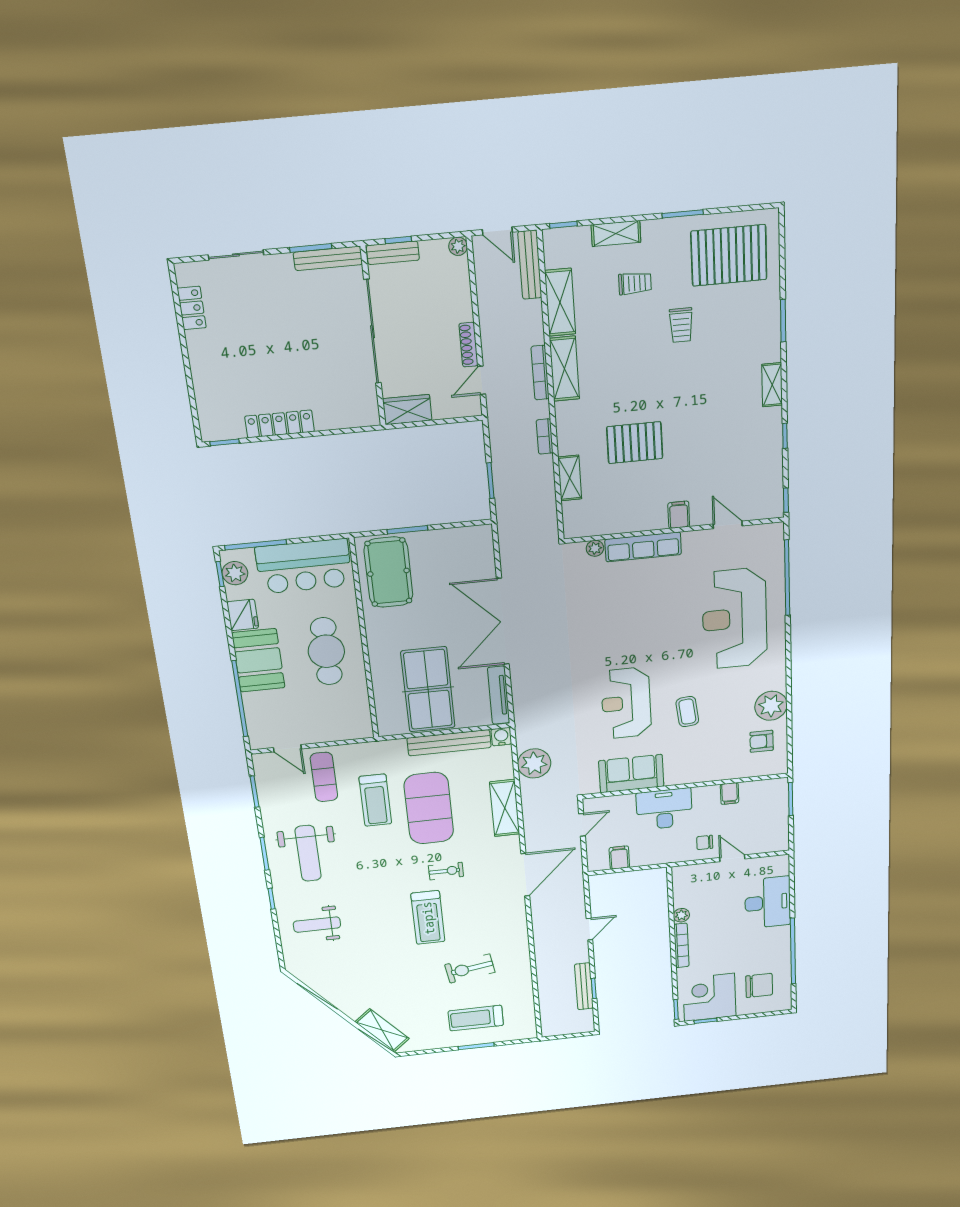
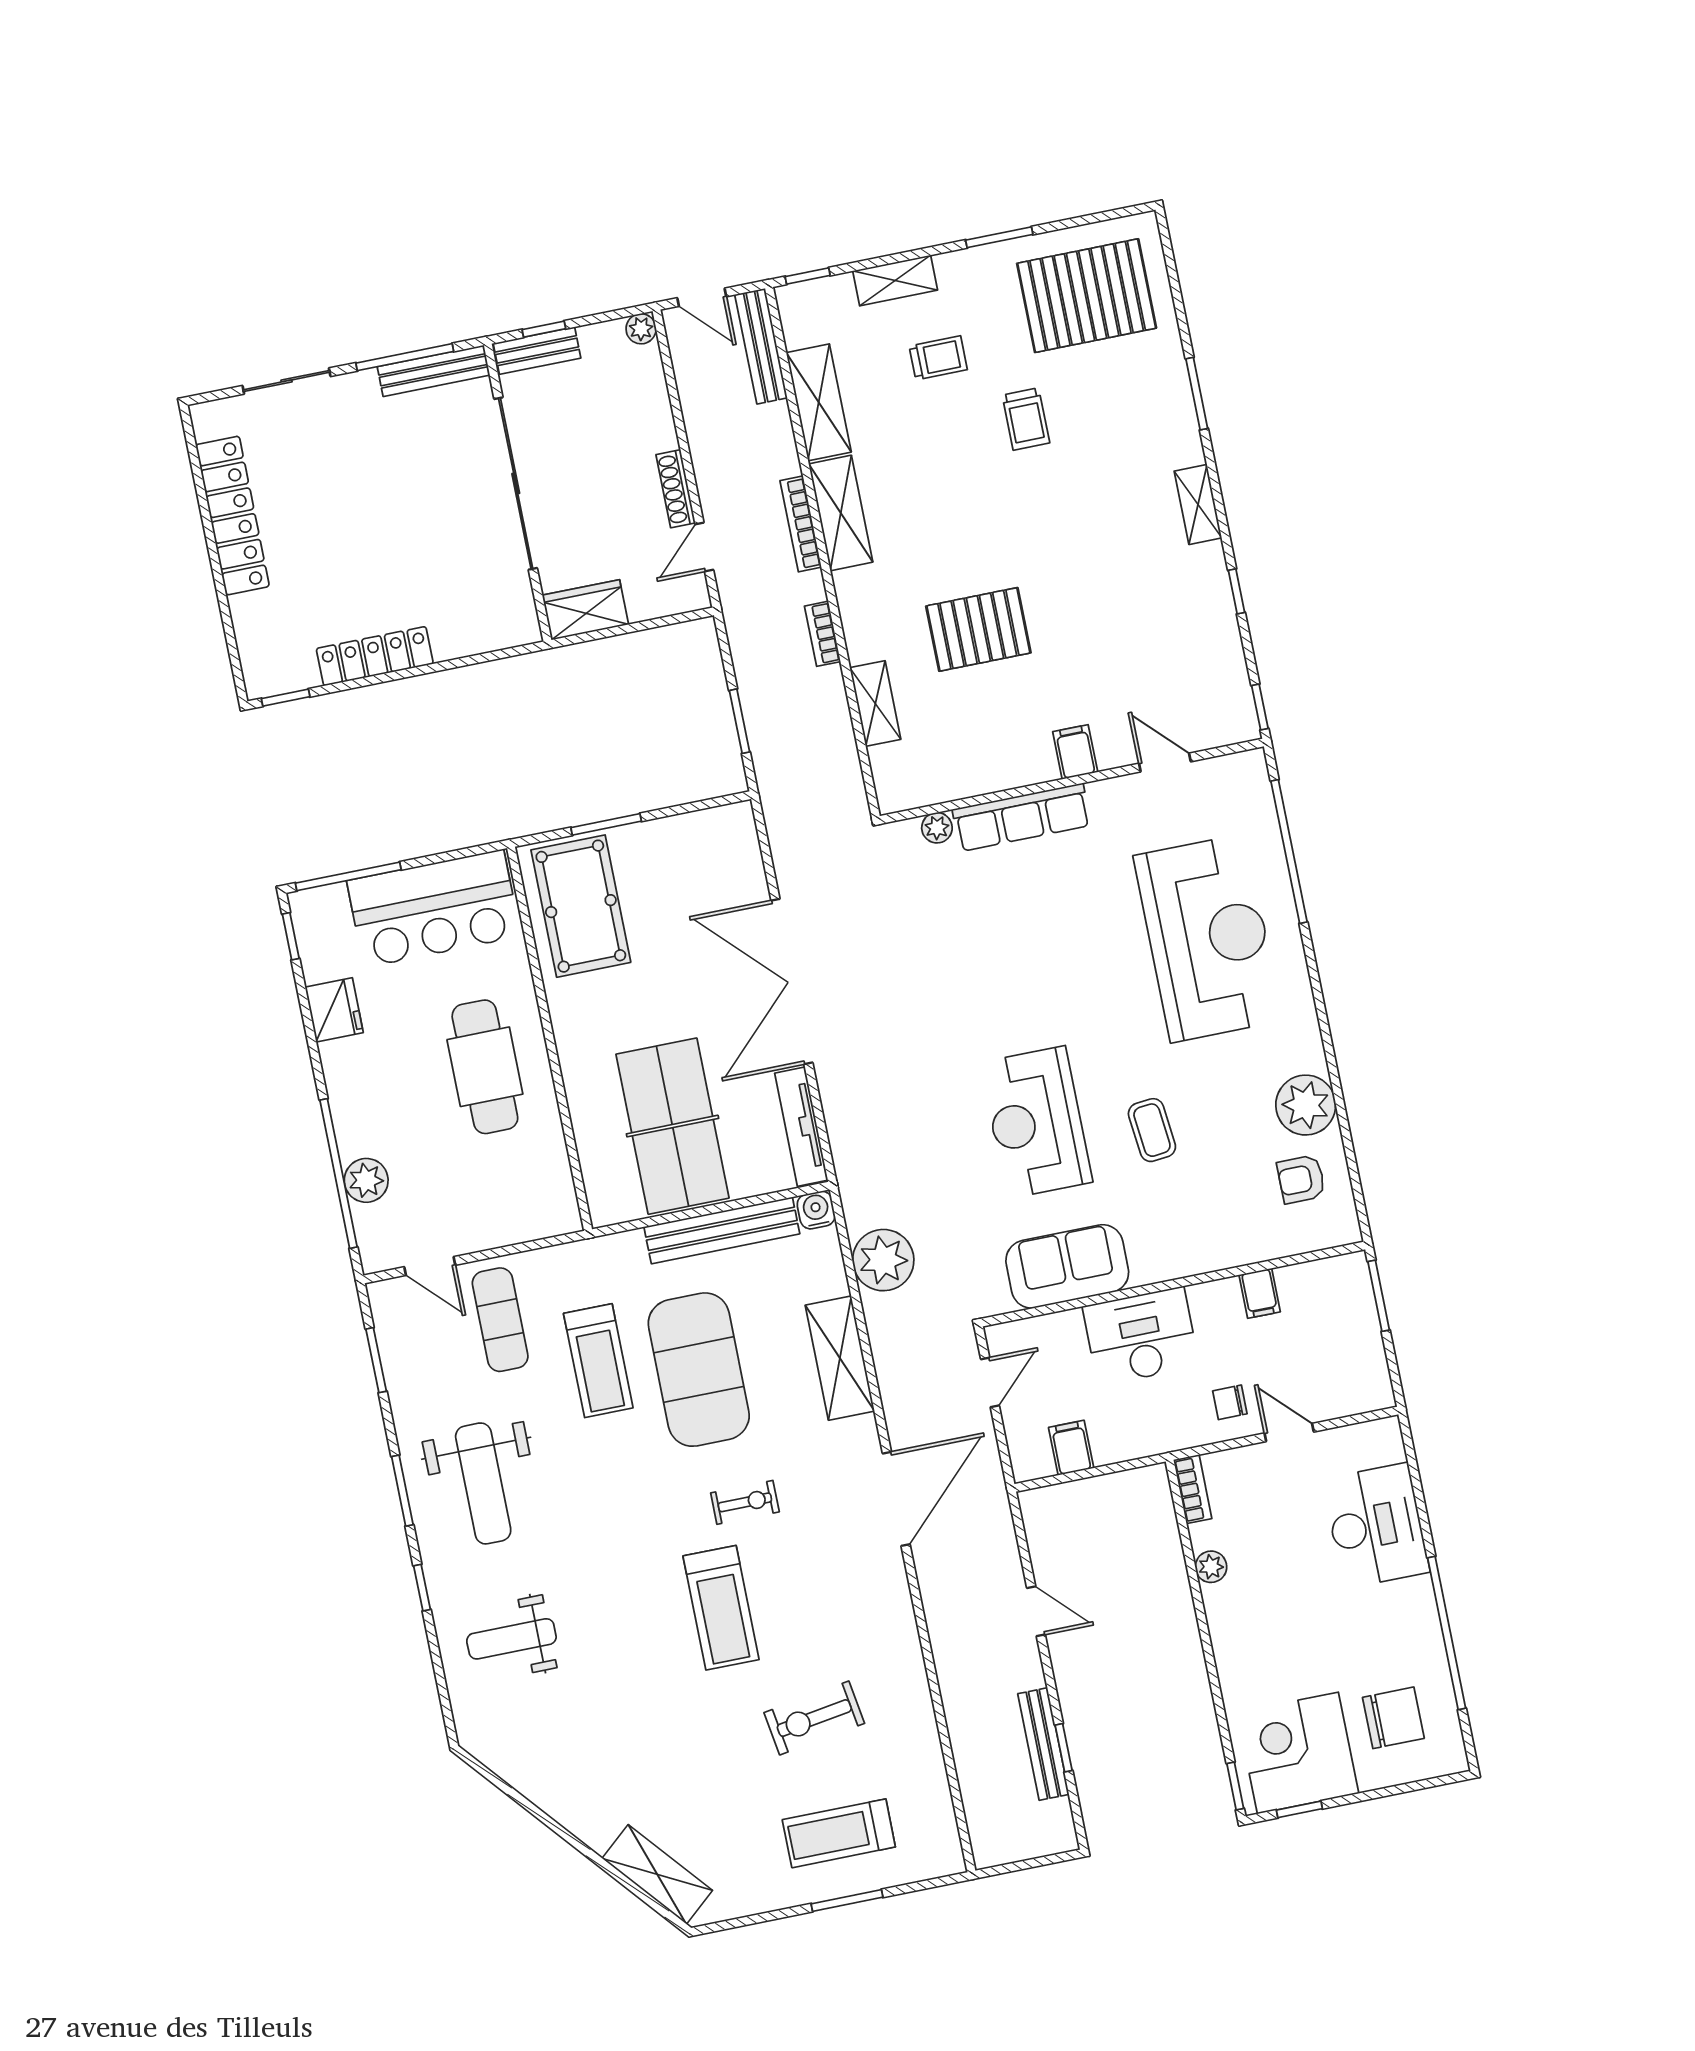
window: (311, 248) -> (405, 357), width x1.44
locker: (192, 308) -> (233, 516), width x2.16, depth x1.21
plant: (235, 573) -> (366, 1180), moved
reception desk: (735, 619) -> (1208, 938), turned 180
booth: (258, 660) -> (367, 1095), removed
door: (589, 929) -> (1036, 1611), hinge flipped
bookcase: (681, 945) -> (1193, 1489), moved, width x0.64

